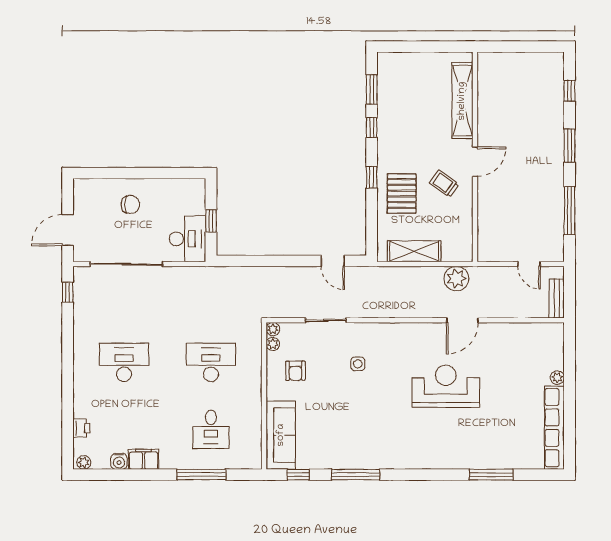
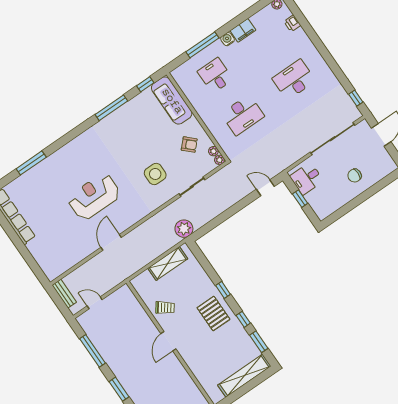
shelving: (462, 101) -> (244, 376), moved, turned 90
trolley: (444, 184) -> (165, 308), moved
pallet: (402, 194) -> (213, 314), moved
desk: (188, 239) -> (307, 179), width x0.73
door: (333, 261) -> (265, 188), moved
plant: (456, 279) -> (184, 229), moved
desk: (124, 362) -> (294, 80), turned 180
side table: (358, 364) -> (155, 174), width x1.87, depth x1.87
armchair: (295, 371) -> (189, 145), turned 134
plant: (557, 378) -> (32, 247), removed
reception desk: (446, 386) -> (94, 197), turned 180
water cooler: (119, 461) -> (228, 39), moved

